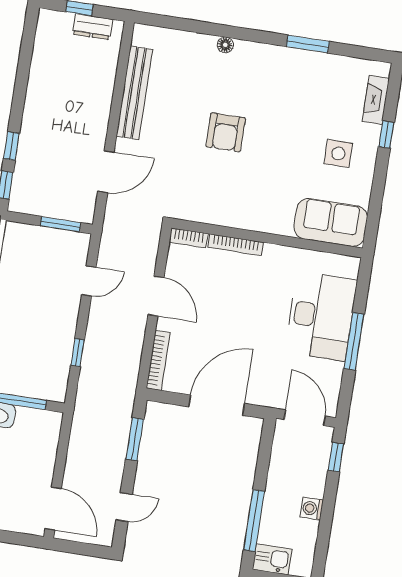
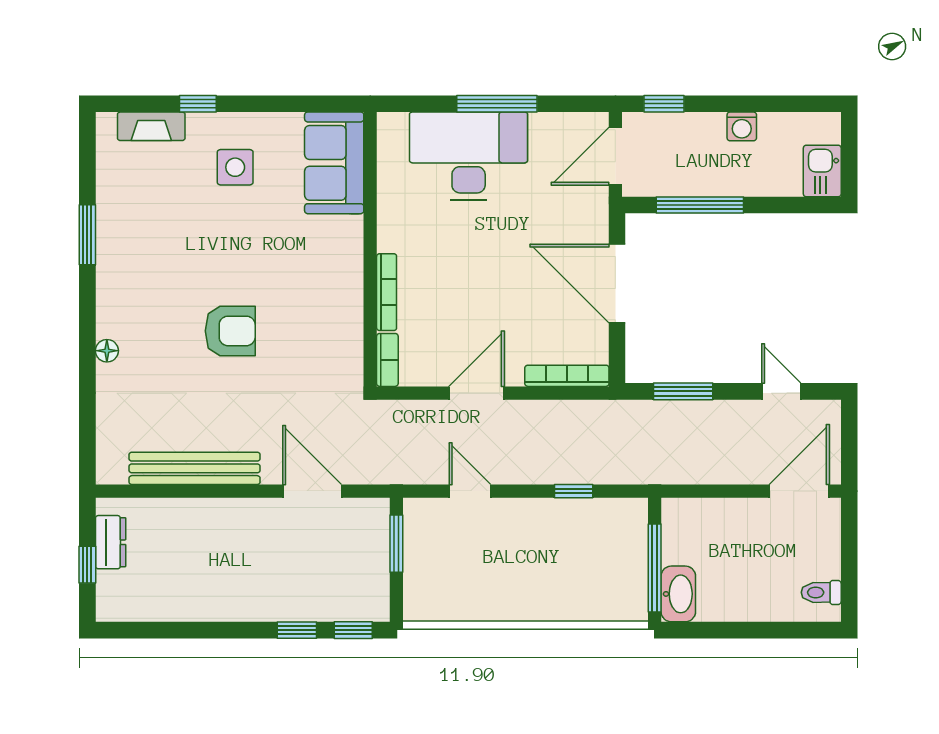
window: (254, 521) -> (700, 205), moved

